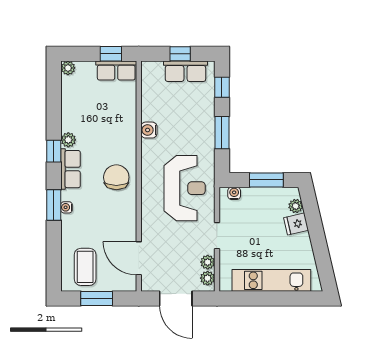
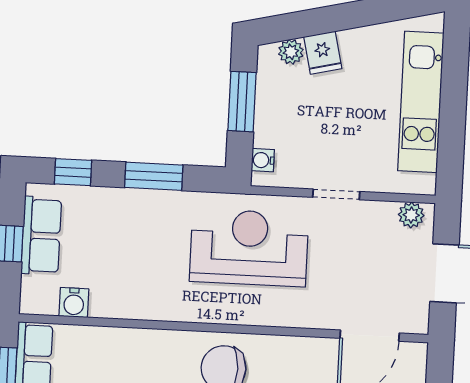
water cooler: (149, 130) -> (74, 302), moved
plant: (208, 262) -> (383, 213), removed

